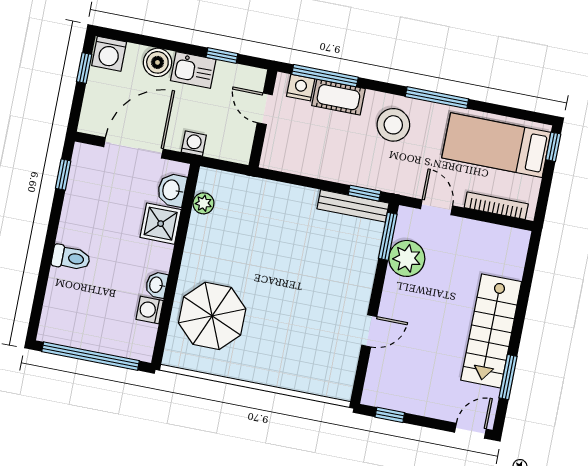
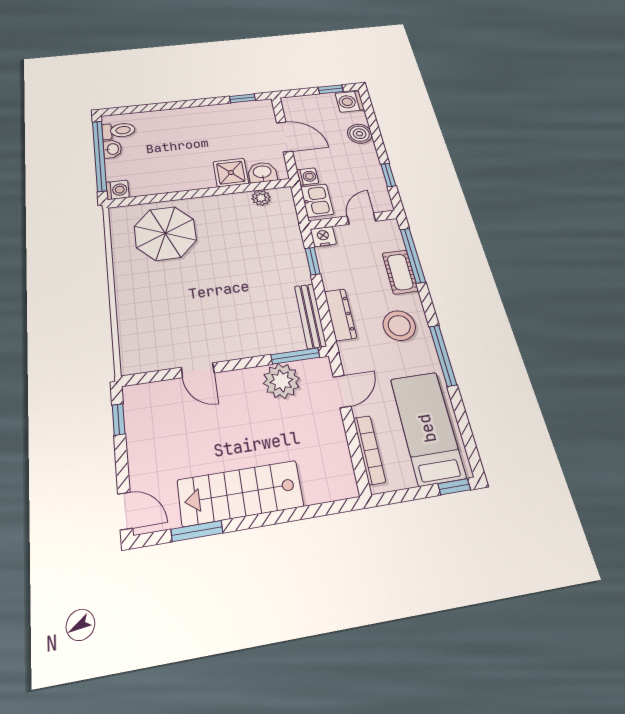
kitchen sink: (193, 70) -> (317, 201), moved, turned 180
nightstand: (301, 88) -> (323, 237), moved, turned -90
door: (133, 148) -> (285, 137), width x0.73
dresser: (362, 177) -> (340, 315), added
window: (364, 193) -> (313, 261), moved
toilet: (71, 258) -> (119, 131), moved, turned -90
washbasin: (156, 285) -> (112, 149), moved, turned 90
washing machine: (150, 310) -> (118, 190), moved, turned 90

